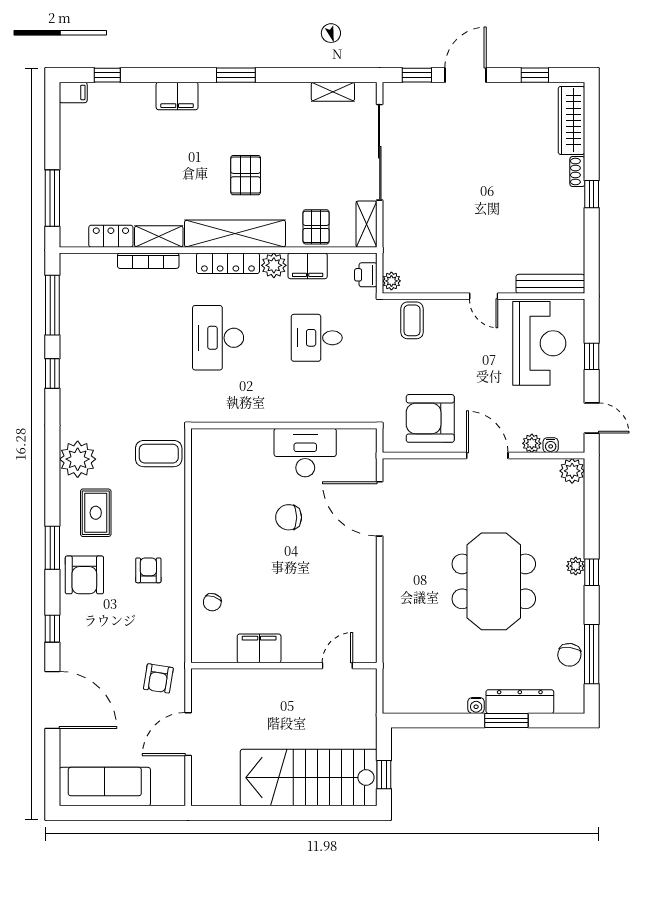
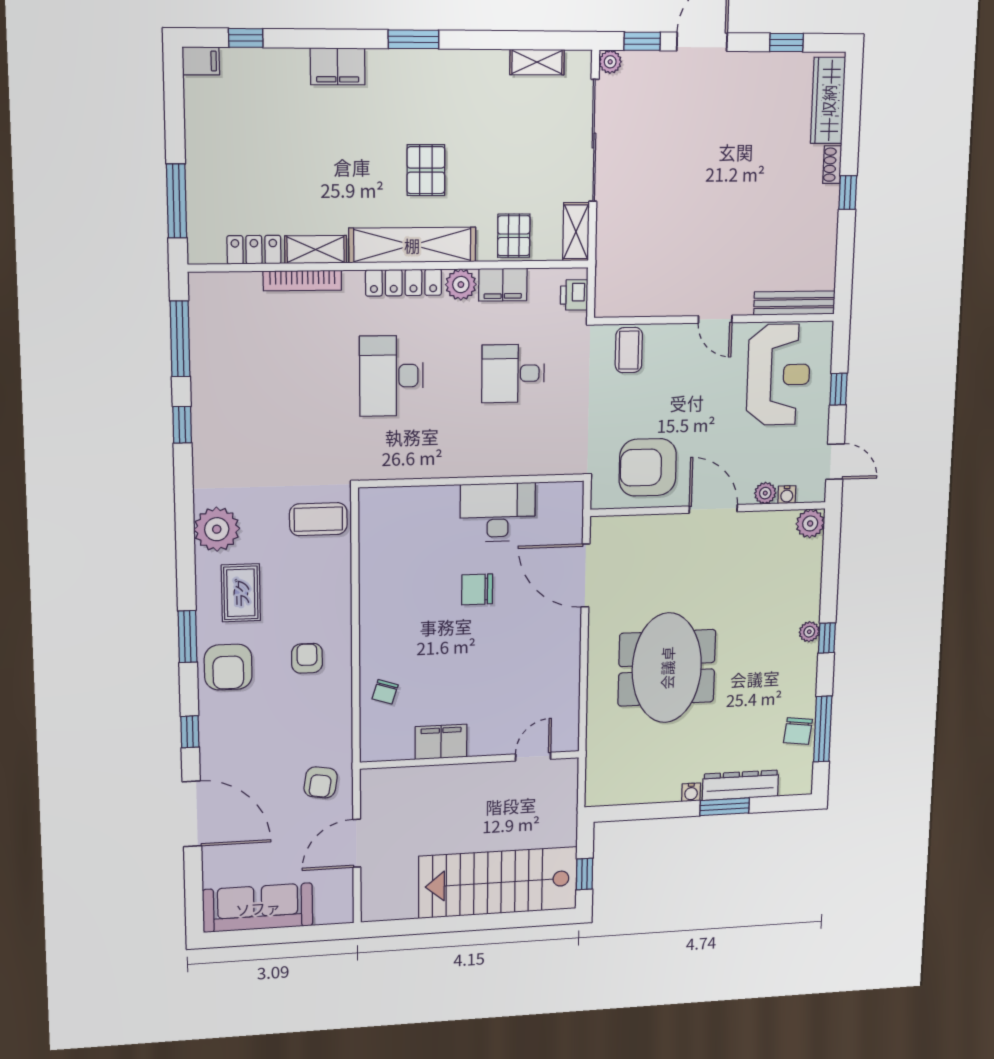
plant: (391, 281) -> (610, 62), moved
meeting table: (494, 581) -> (667, 668), moved

